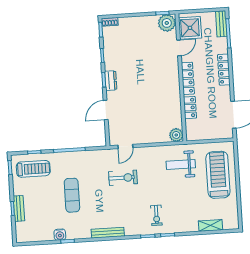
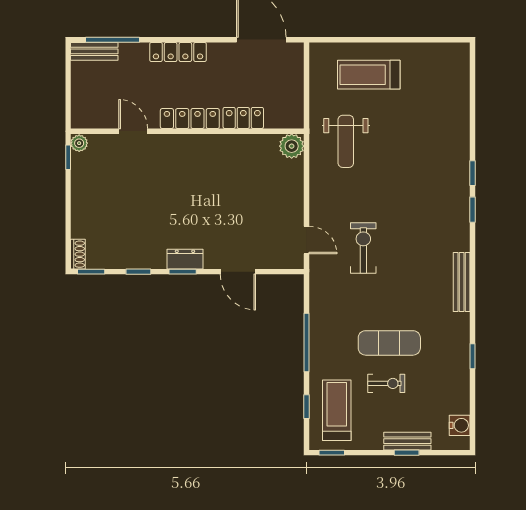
plant: (167, 23) -> (79, 143), width x0.53, depth x0.53
shower: (190, 28) -> (98, 109), removed
treadmill: (218, 175) -> (369, 75), width x0.73, depth x0.73
exercise bike: (156, 215) -> (386, 383), moved
shelving: (211, 225) -> (460, 94), removed
water cooler: (60, 235) -> (460, 425), moved

